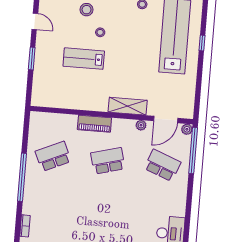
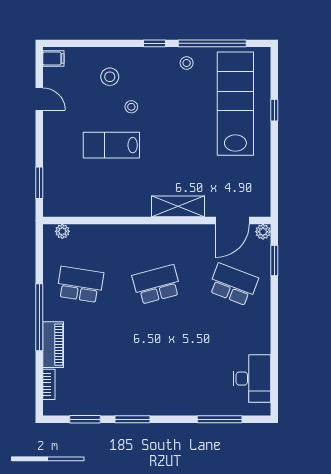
window: (32, 59) -> (39, 183), moved
piano: (94, 124) -> (53, 345), moved, turned -90
plant: (141, 125) -> (62, 231), moved
window: (193, 150) -> (274, 260), width x0.47
school desk: (53, 156) -> (80, 285), turned 33

